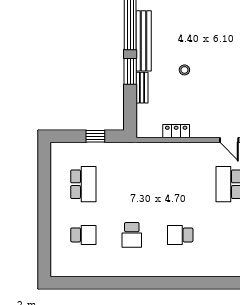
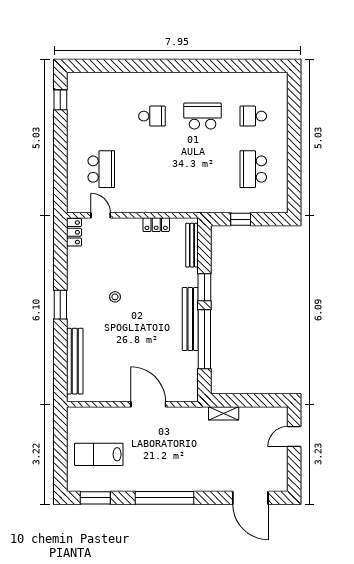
stool: (184, 70) -> (115, 297), moved
bench: (142, 88) -> (192, 245), moved, width x1.36
school desk: (132, 235) -> (203, 116), width x1.85

